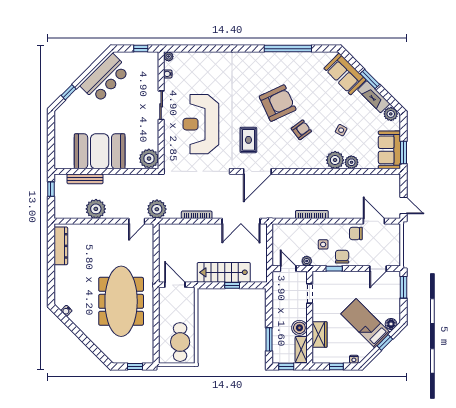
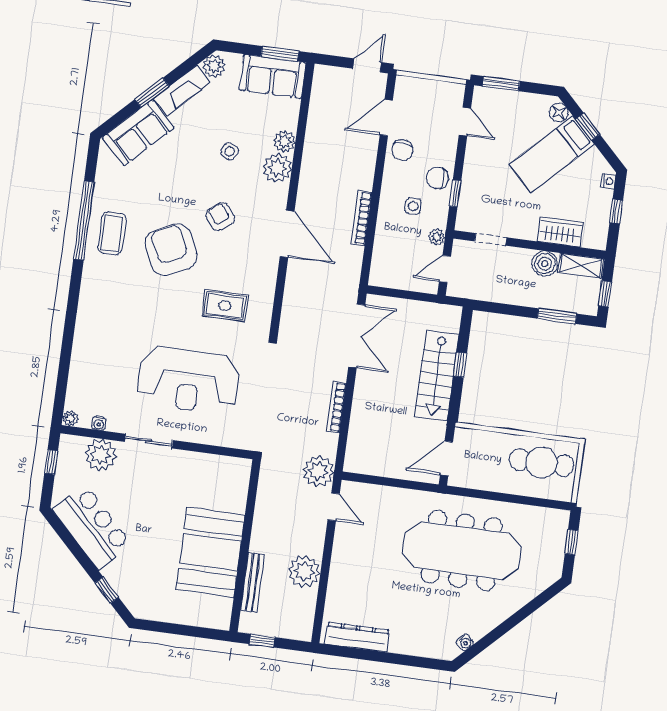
coffee table: (283, 66) -> (112, 233), added
plant: (149, 159) -> (101, 455), moved
door: (257, 171) -> (287, 234), moved

